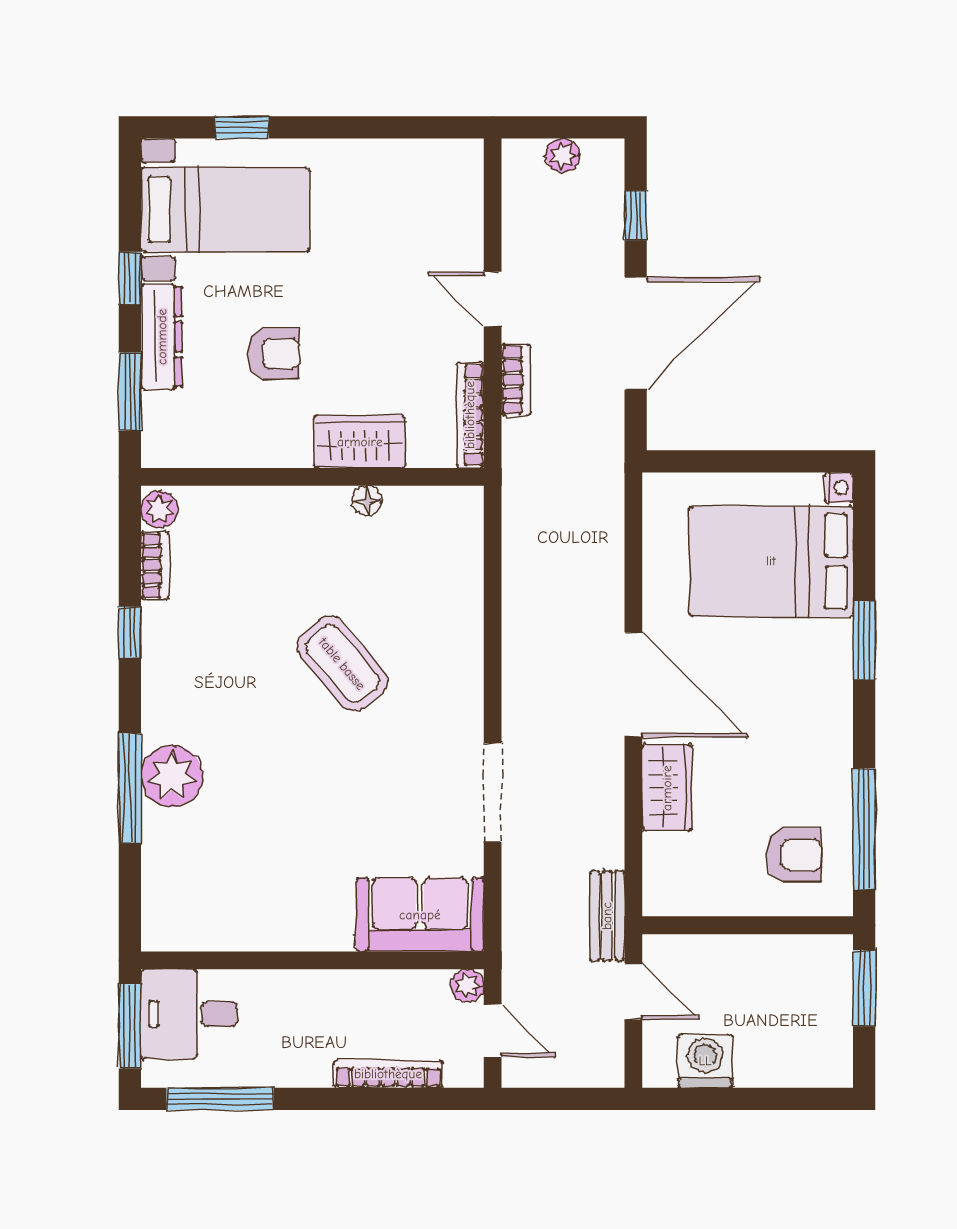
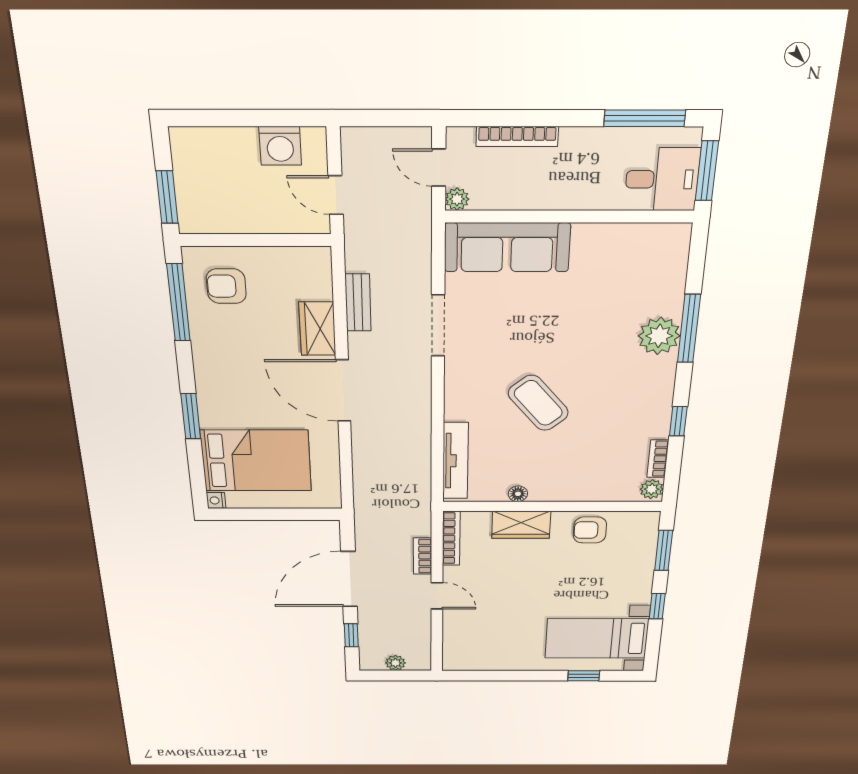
dresser: (162, 337) -> (641, 578), removed
armchair: (274, 354) -> (590, 530), moved
tv unit: (465, 561) -> (455, 461), added
sofa: (420, 915) -> (507, 247), width x1.36
bench: (607, 916) -> (358, 303), moved

